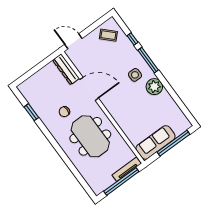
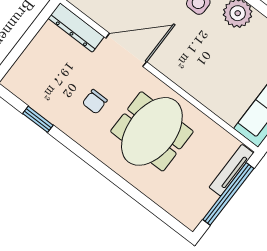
meeting table: (90, 136) -> (152, 131), turned 90

